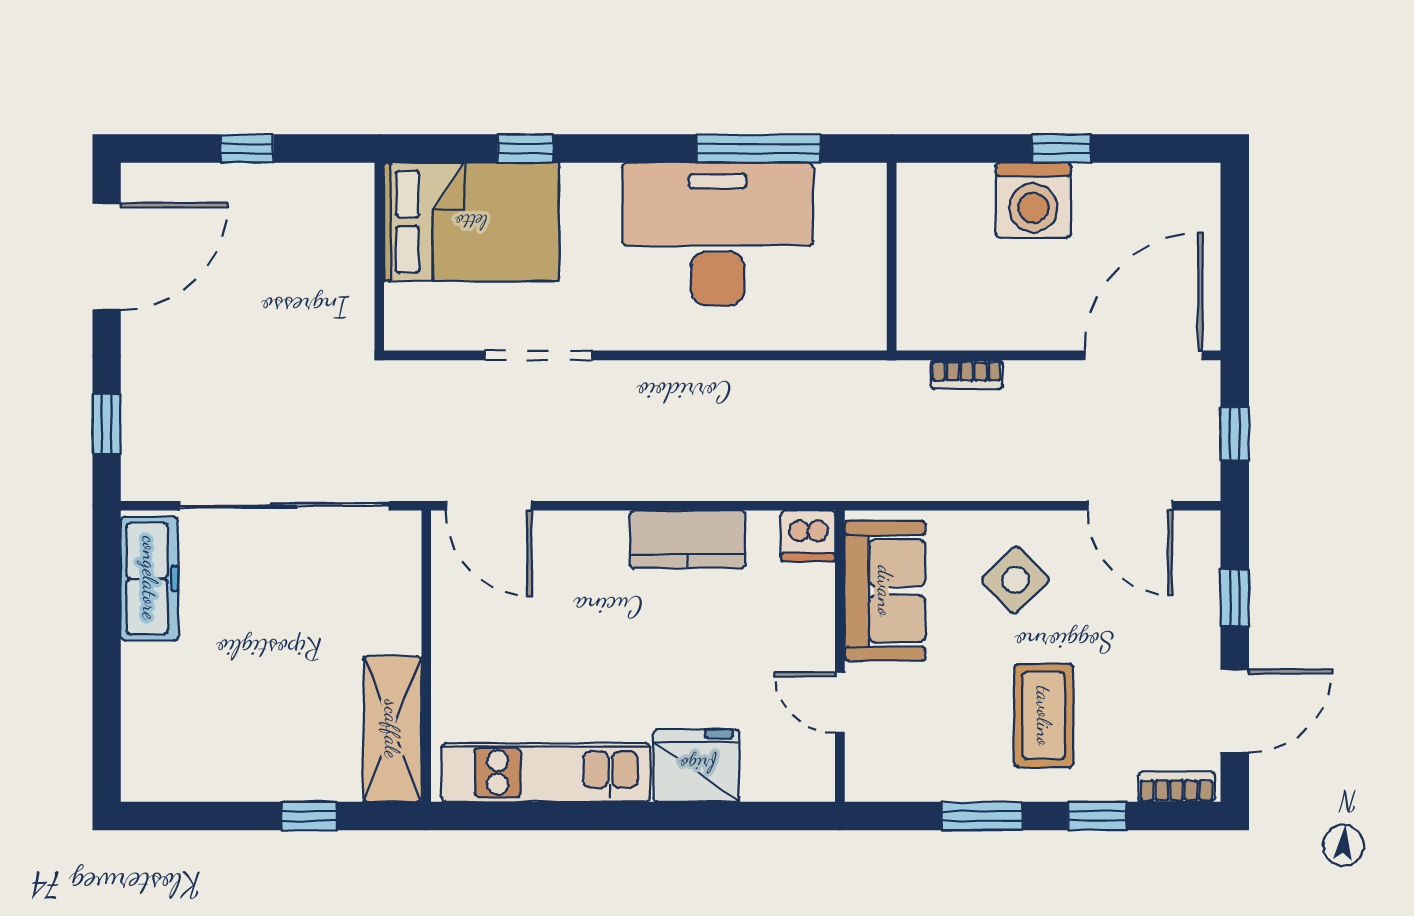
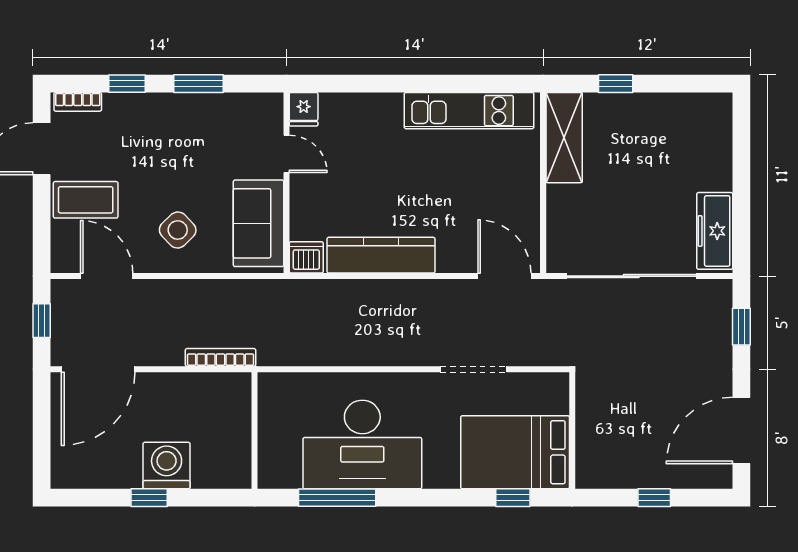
window: (525, 149) -> (513, 498), moved
bookcase: (967, 375) -> (220, 357), width x1.56
kitchen counter: (688, 539) -> (381, 255), width x1.50
window: (1235, 598) -> (42, 219), removed
coffee table: (1044, 716) -> (86, 200), moved, turned 90
fridge: (697, 765) -> (304, 109), moved, width x0.53, depth x0.75

